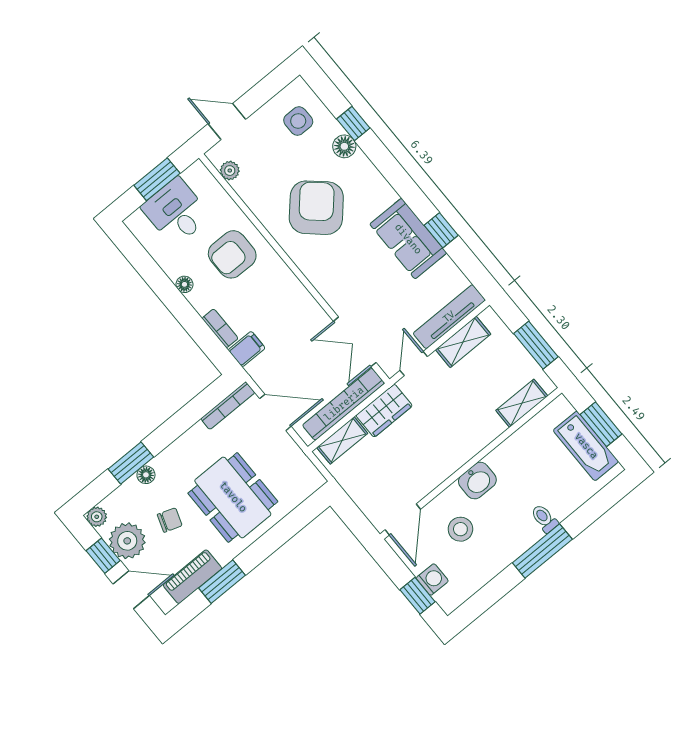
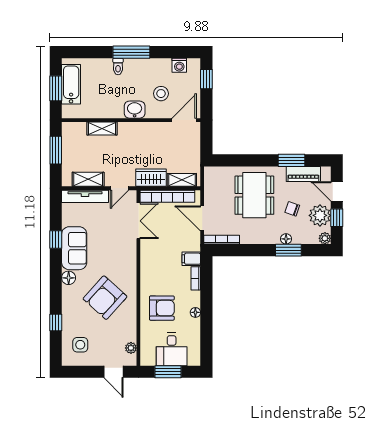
floor lamp: (344, 146) -> (69, 278), moved
shelving: (522, 403) -> (102, 128), moved
washing machine: (432, 579) -> (179, 65), moved, turned -90

